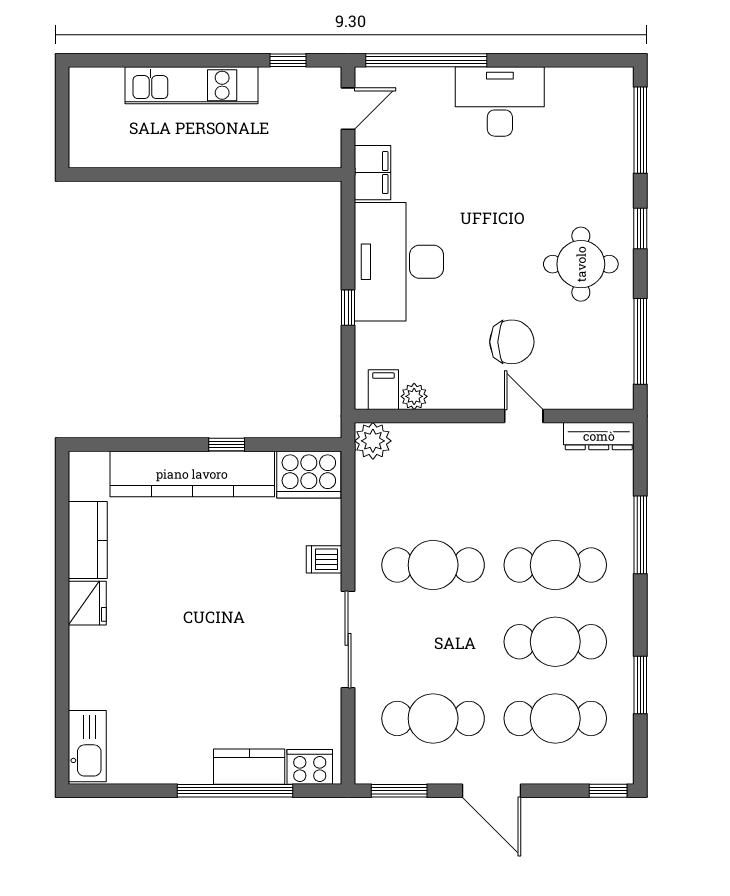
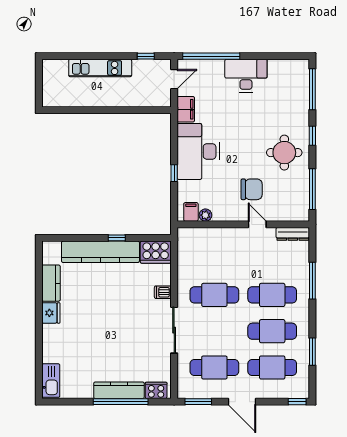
plant: (373, 441) -> (186, 236), removed
kitchen counter: (249, 767) -> (119, 390), width x1.50

